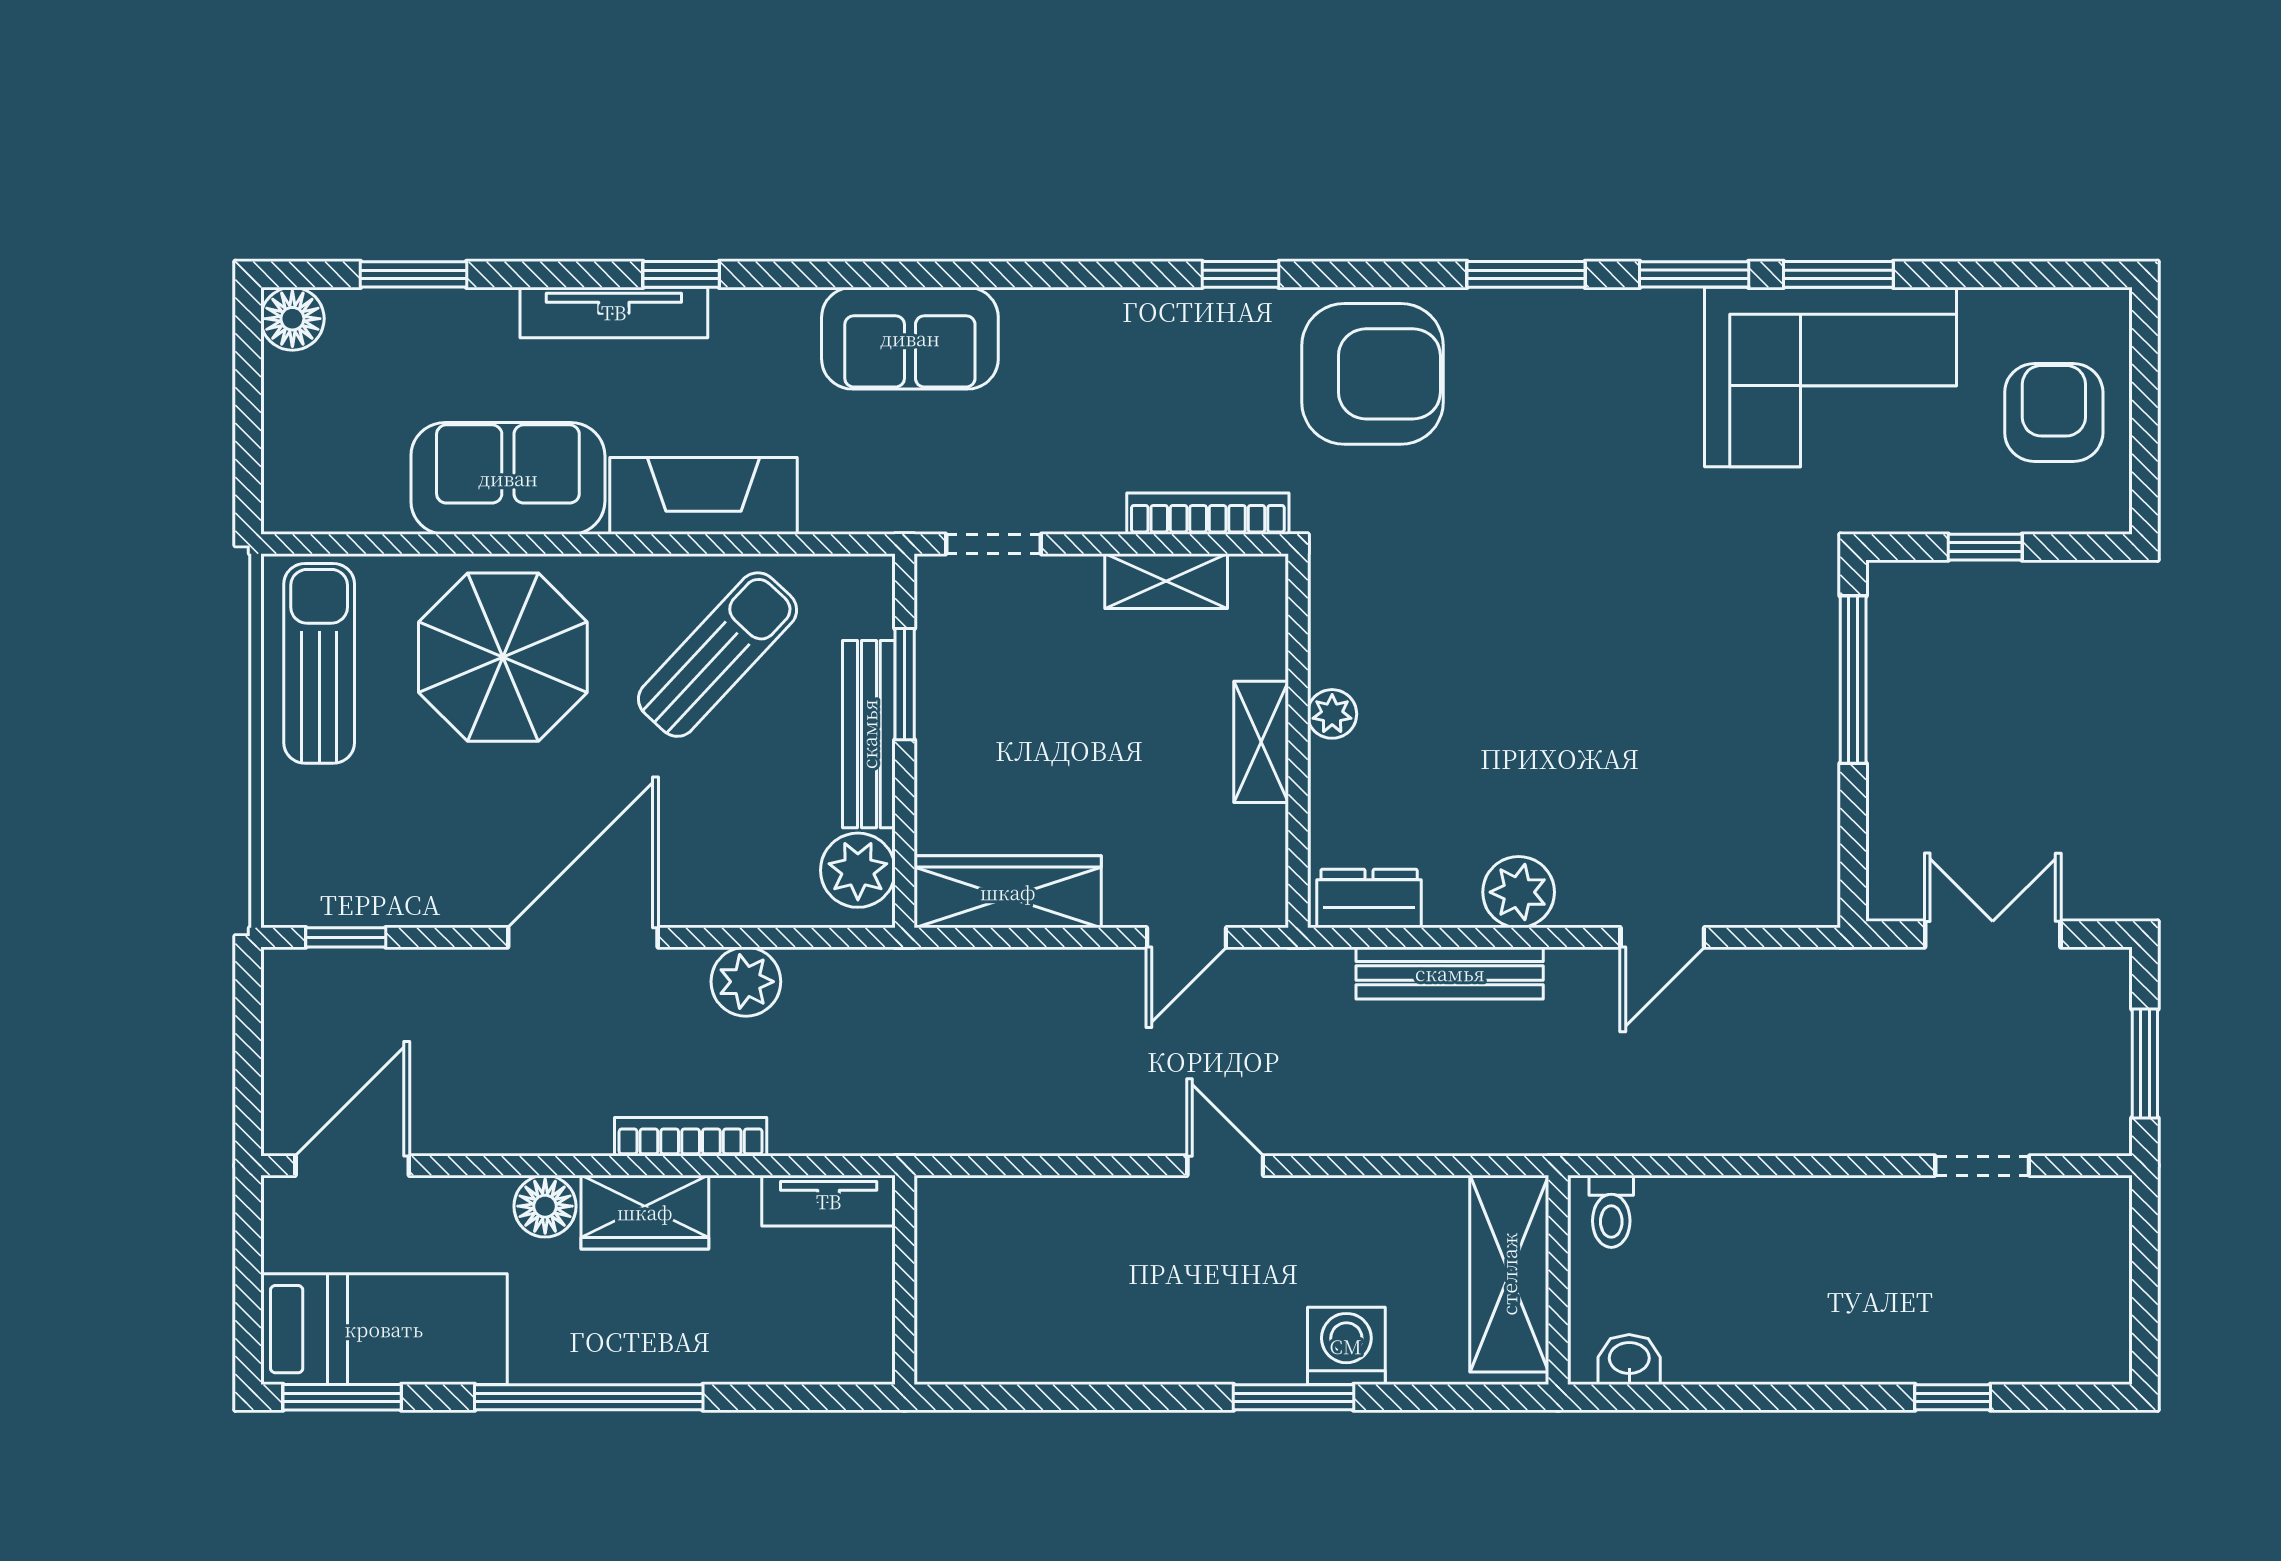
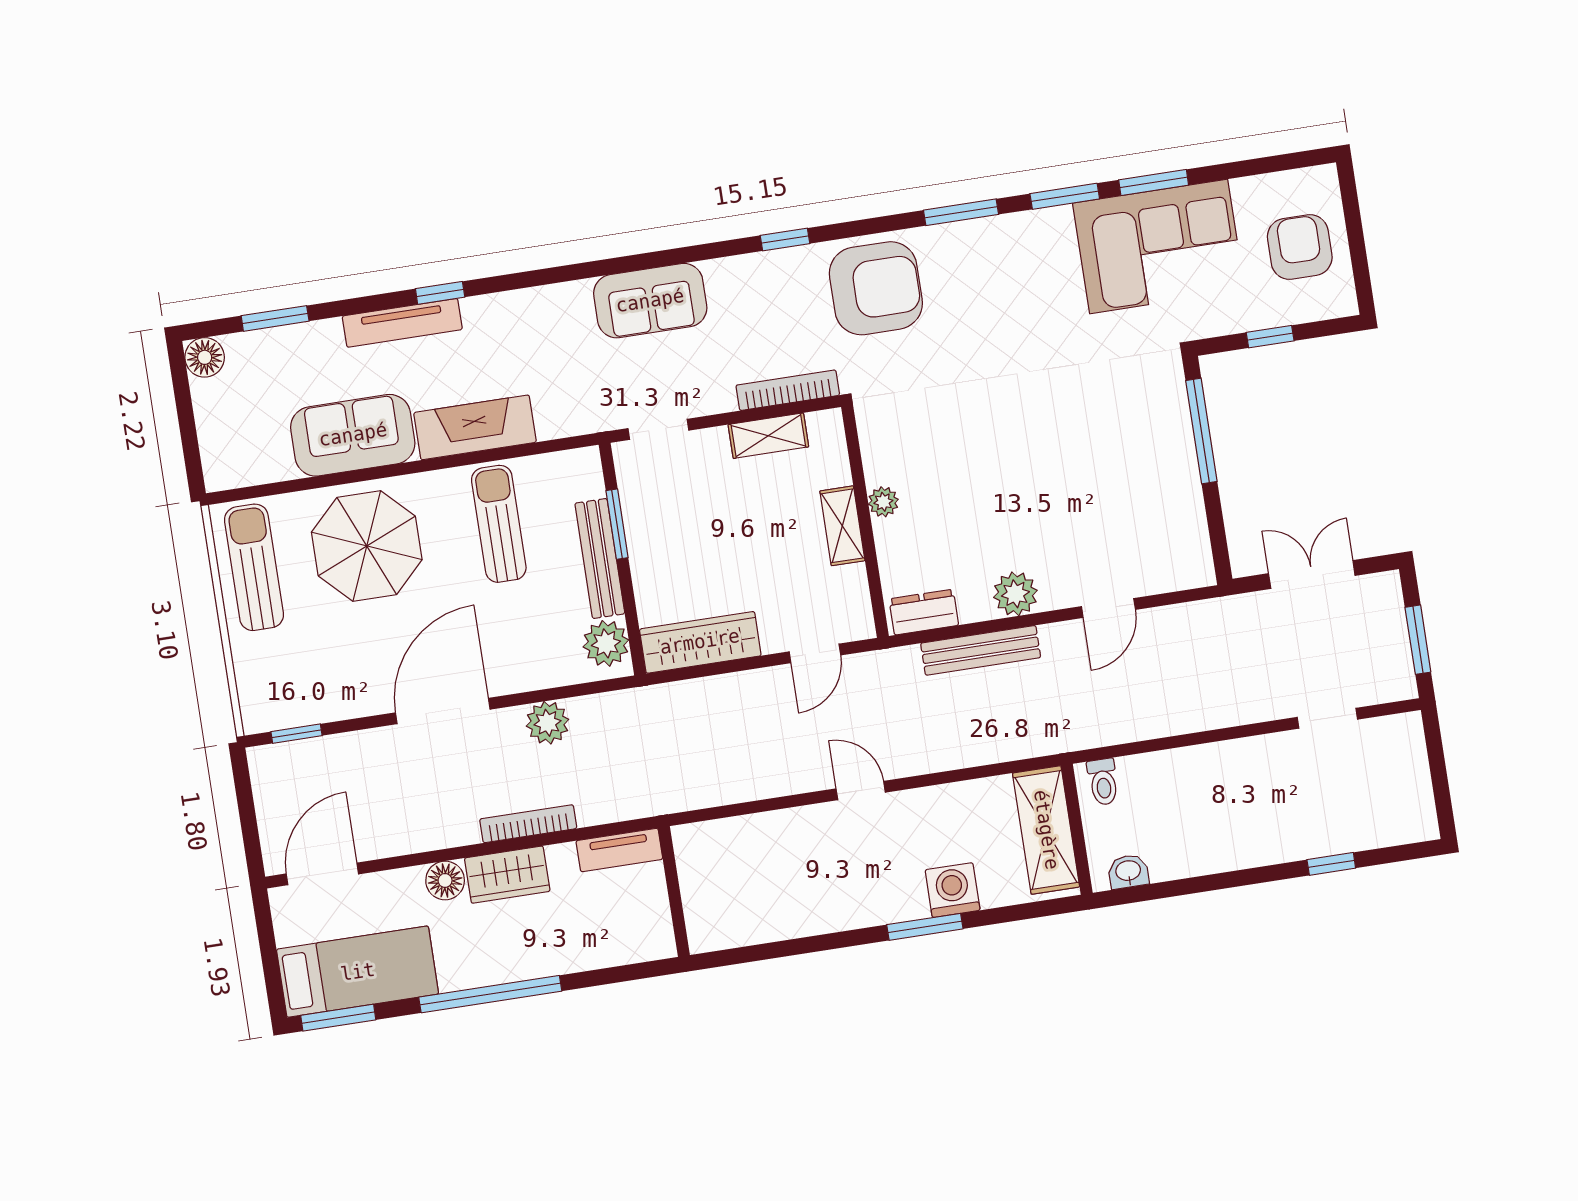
sofa: (910, 338) -> (650, 301), moved
sun lounger: (718, 655) -> (499, 524), turned -43

